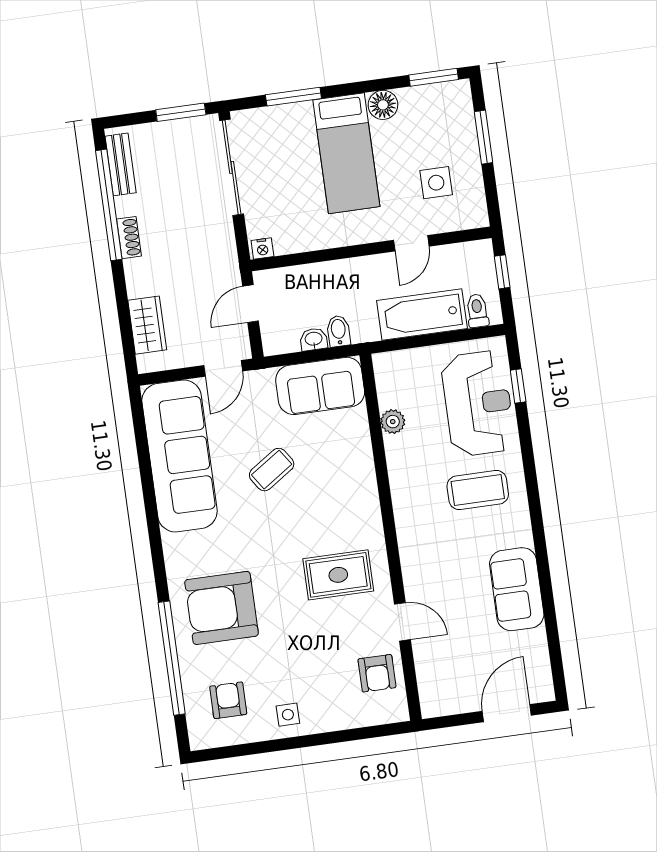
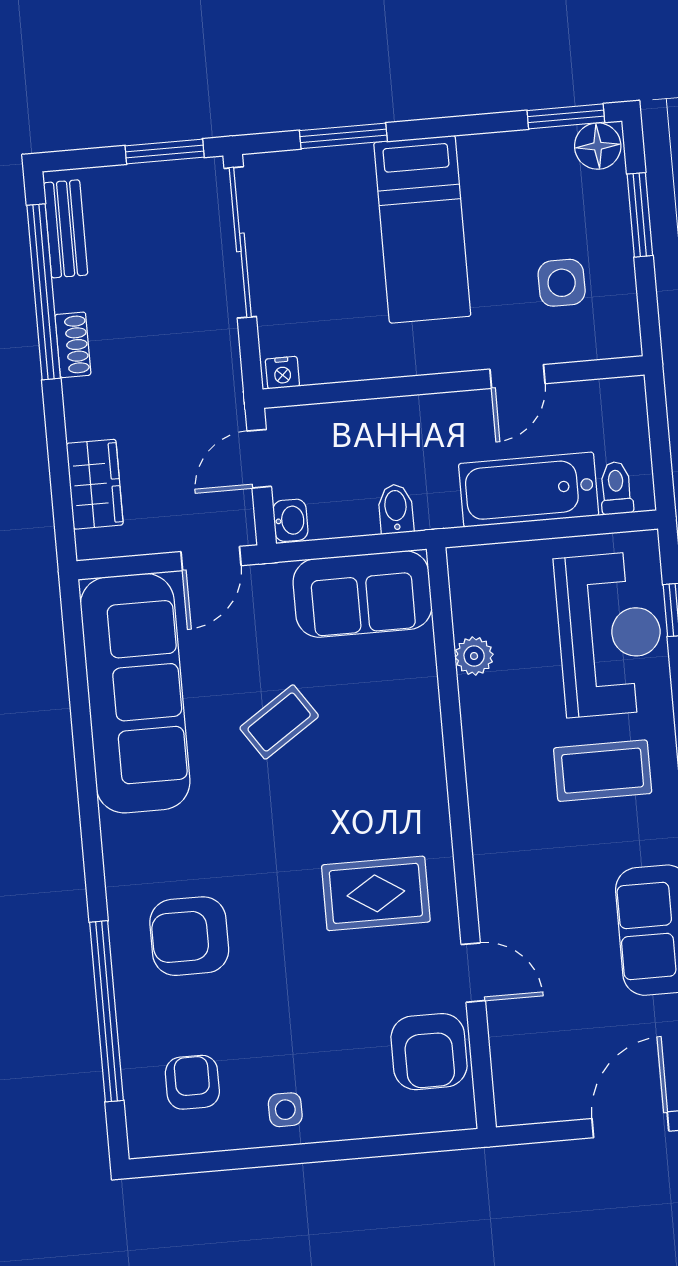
floor lamp: (383, 105) -> (598, 146), moved
window: (502, 272) -> (659, 429), removed
washbasin: (314, 339) -> (290, 520), moved, turned 90
armchair: (222, 608) -> (189, 936), width x0.73, depth x0.73
armchair: (377, 673) -> (429, 1052), width x1.38, depth x1.38

